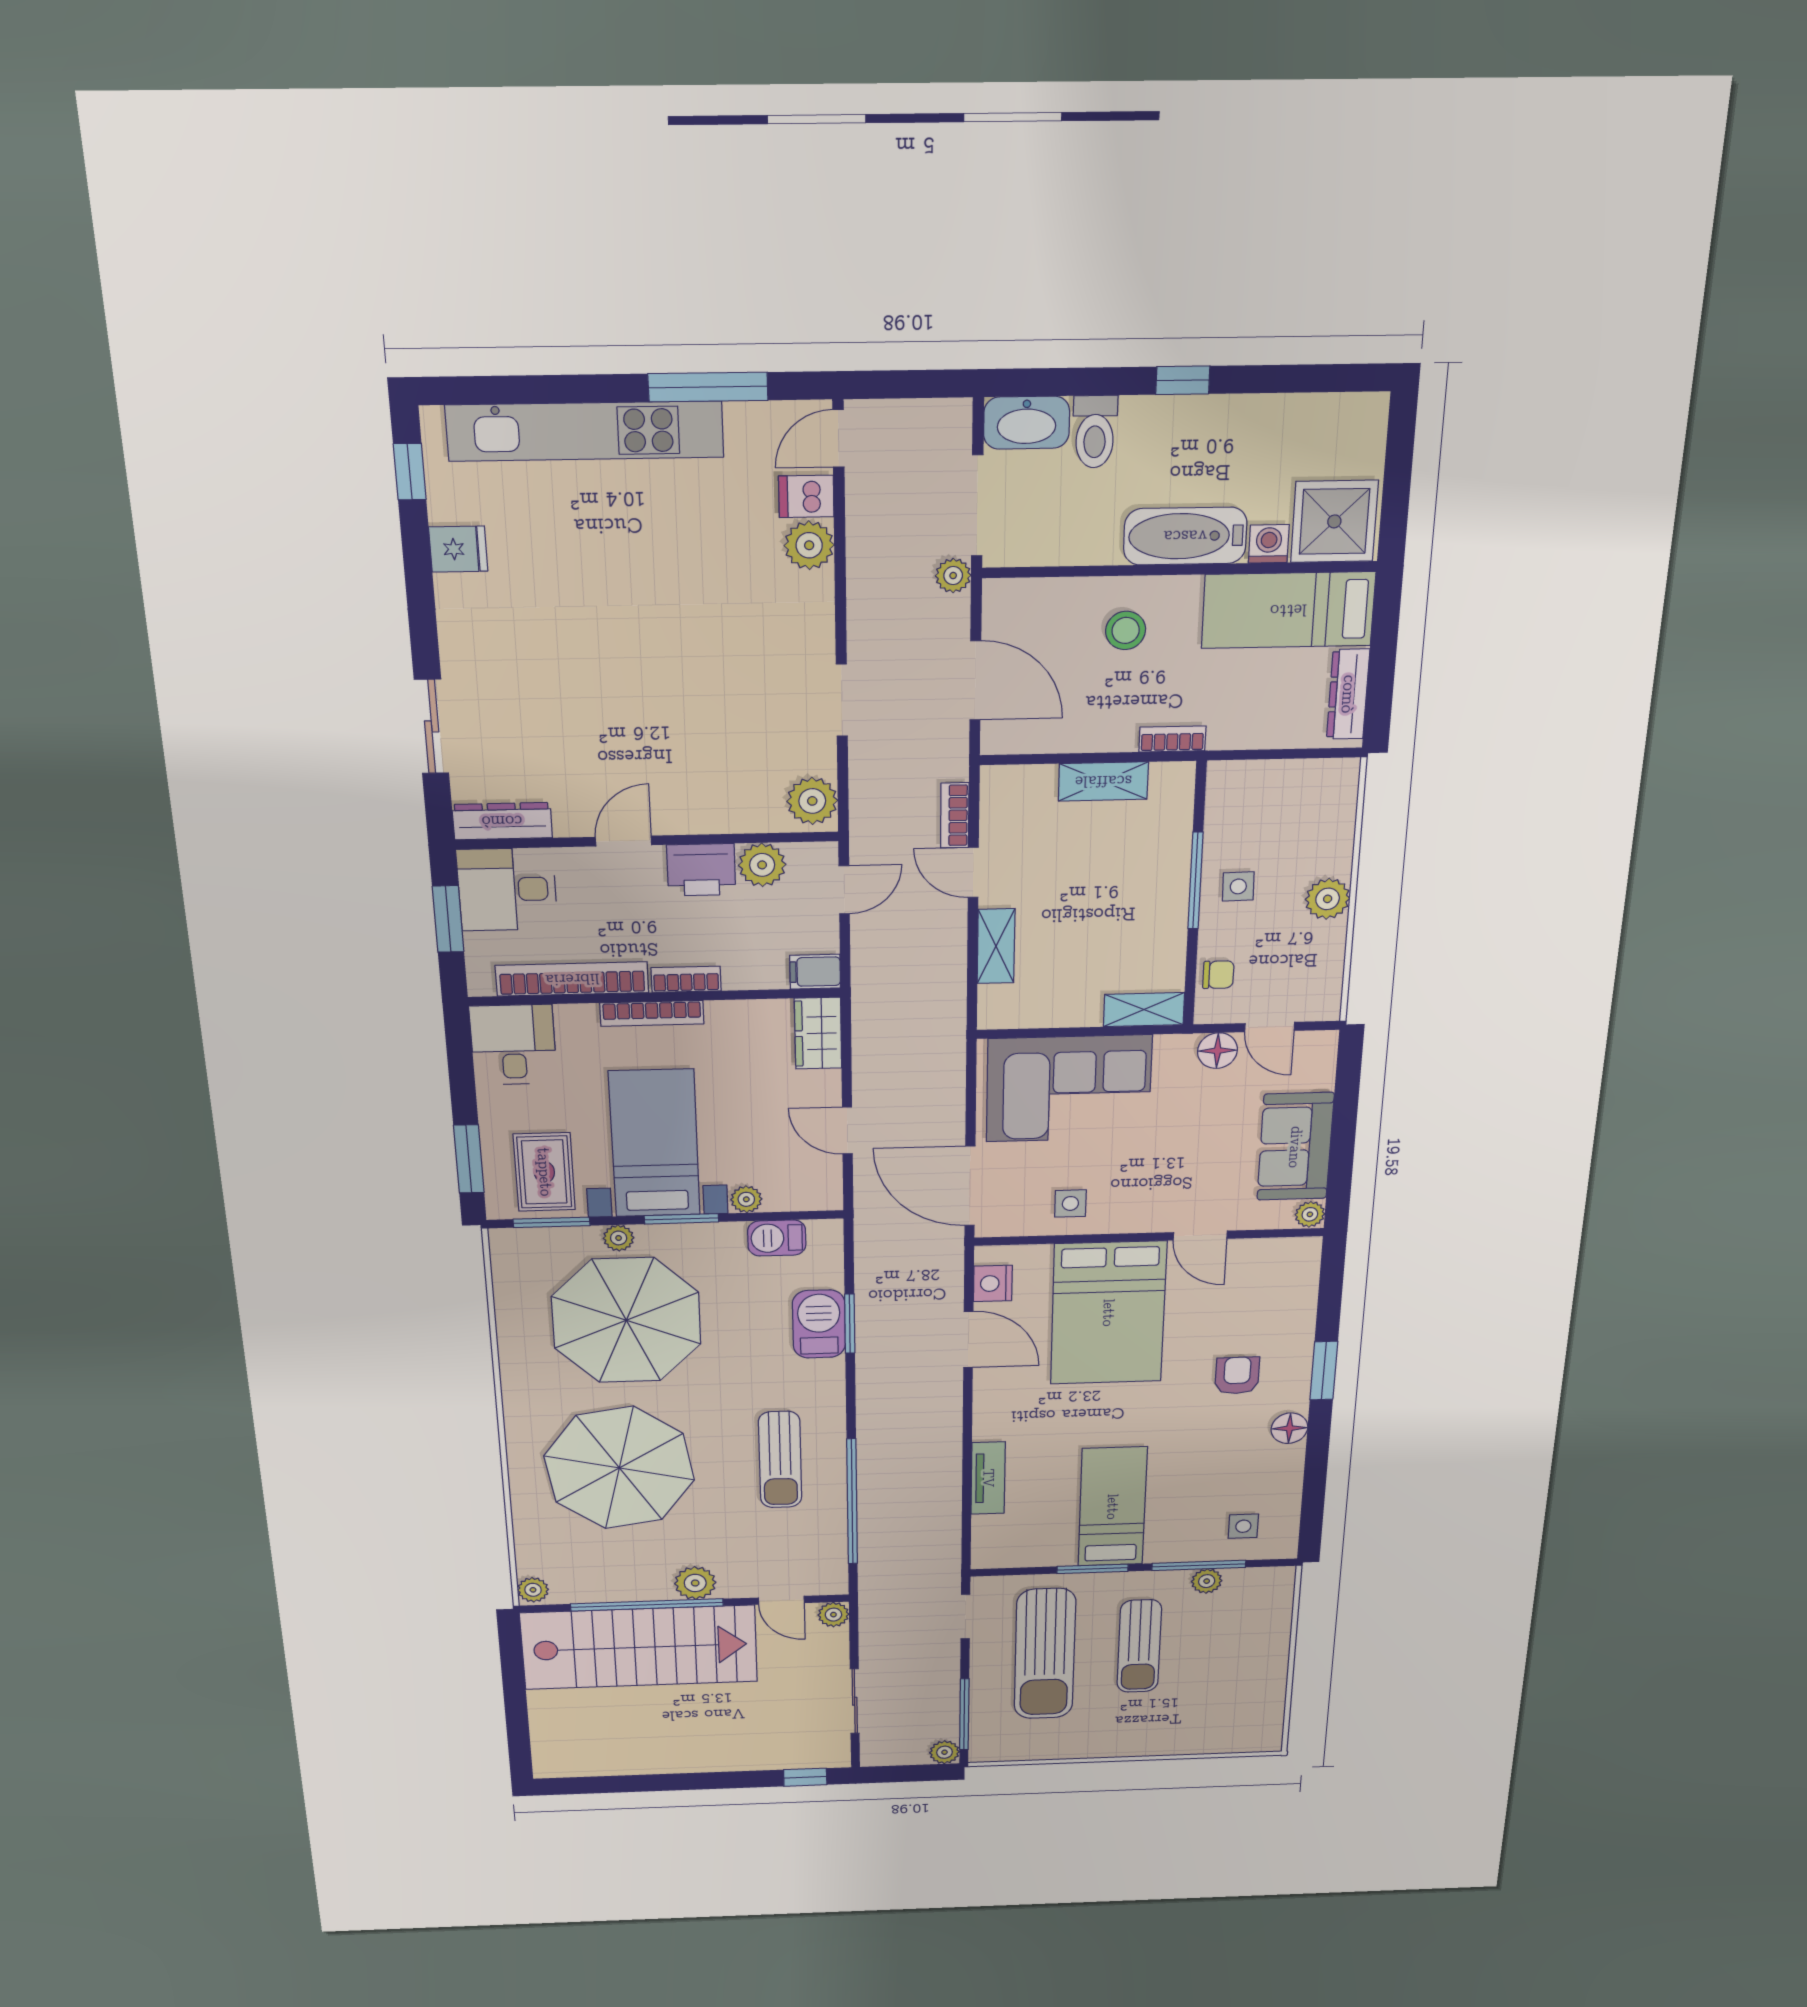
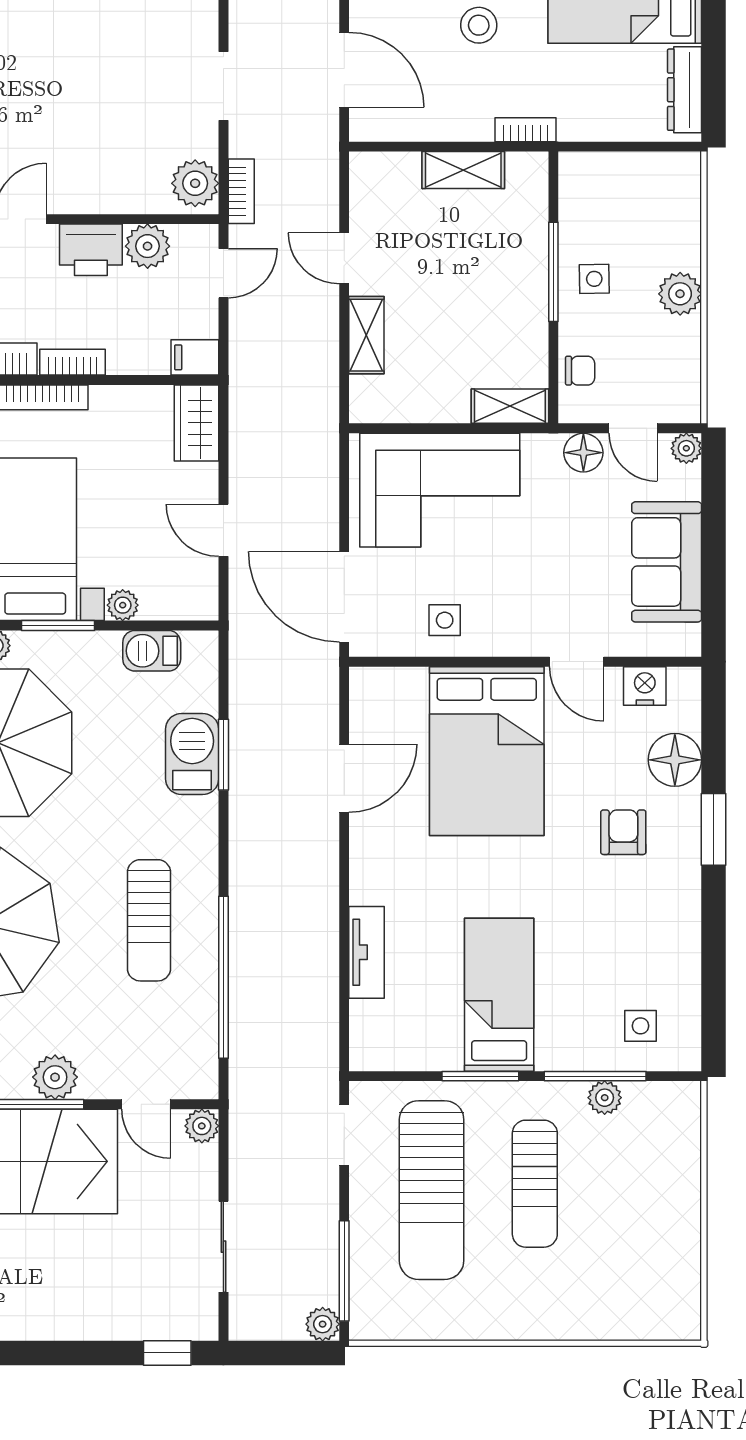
bookcase: (955, 815) -> (241, 191), moved, turned 180
plant: (1310, 1214) -> (686, 448), moved
nightstand: (993, 1283) -> (645, 686), moved, turned 90
door: (968, 1340) -> (344, 778), hinge flipped
floor lamp: (1289, 1428) -> (675, 760), moved, width x1.38, depth x1.38

